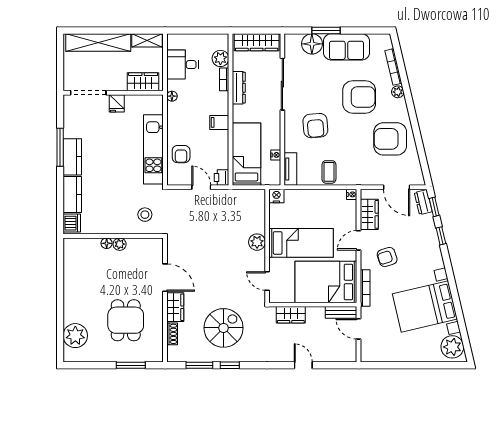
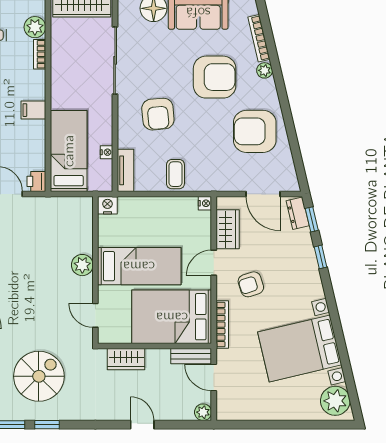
dresser: (239, 88) -> (59, 65), removed
plant: (350, 356) -> (203, 412), added

